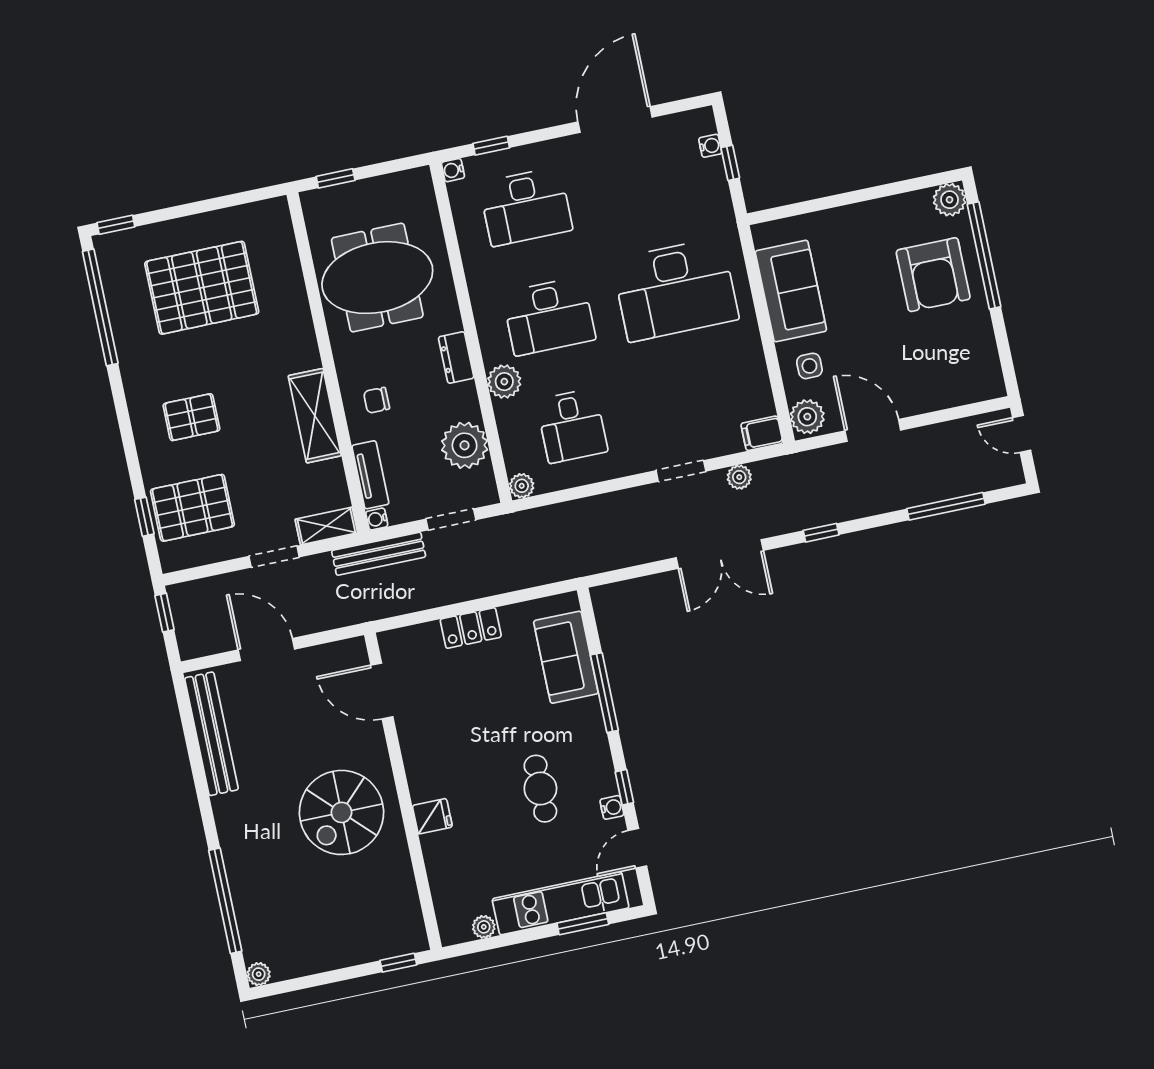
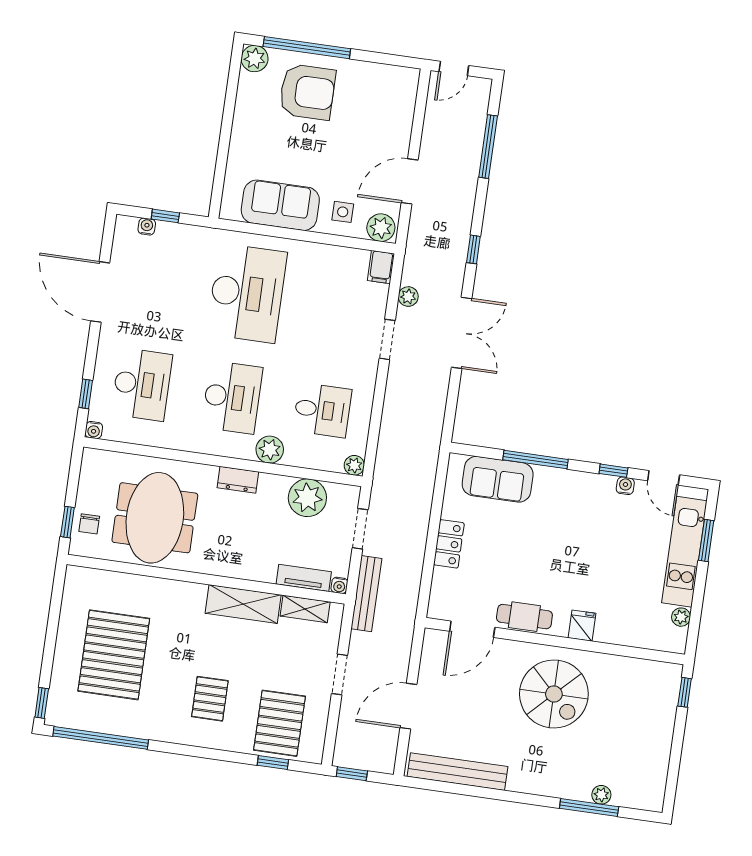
chair: (377, 400) -> (89, 524), moved
shelving: (326, 526) -> (305, 609), moved, turned 90
cafe table: (540, 789) -> (524, 617), moved
window: (225, 901) -> (589, 807), width x0.68
plant: (259, 974) -> (601, 795), moved

